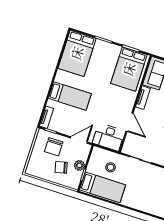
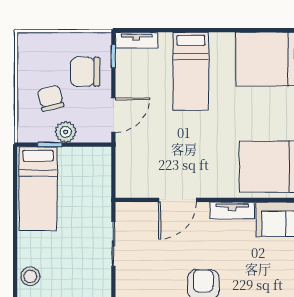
desk: (109, 137) -> (137, 170), removed
door: (79, 140) -> (113, 115), hinge flipped
stool: (111, 167) -> (30, 276), moved

